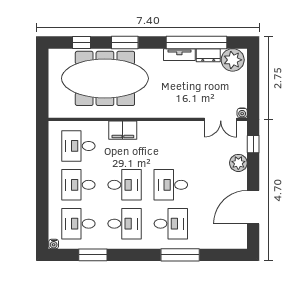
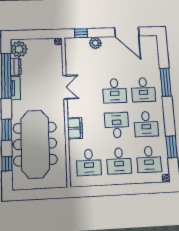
double door: (221, 119) -> (65, 87), moved
desk: (125, 224) -> (146, 124), turned 180
desk: (171, 224) -> (143, 90), turned 180

